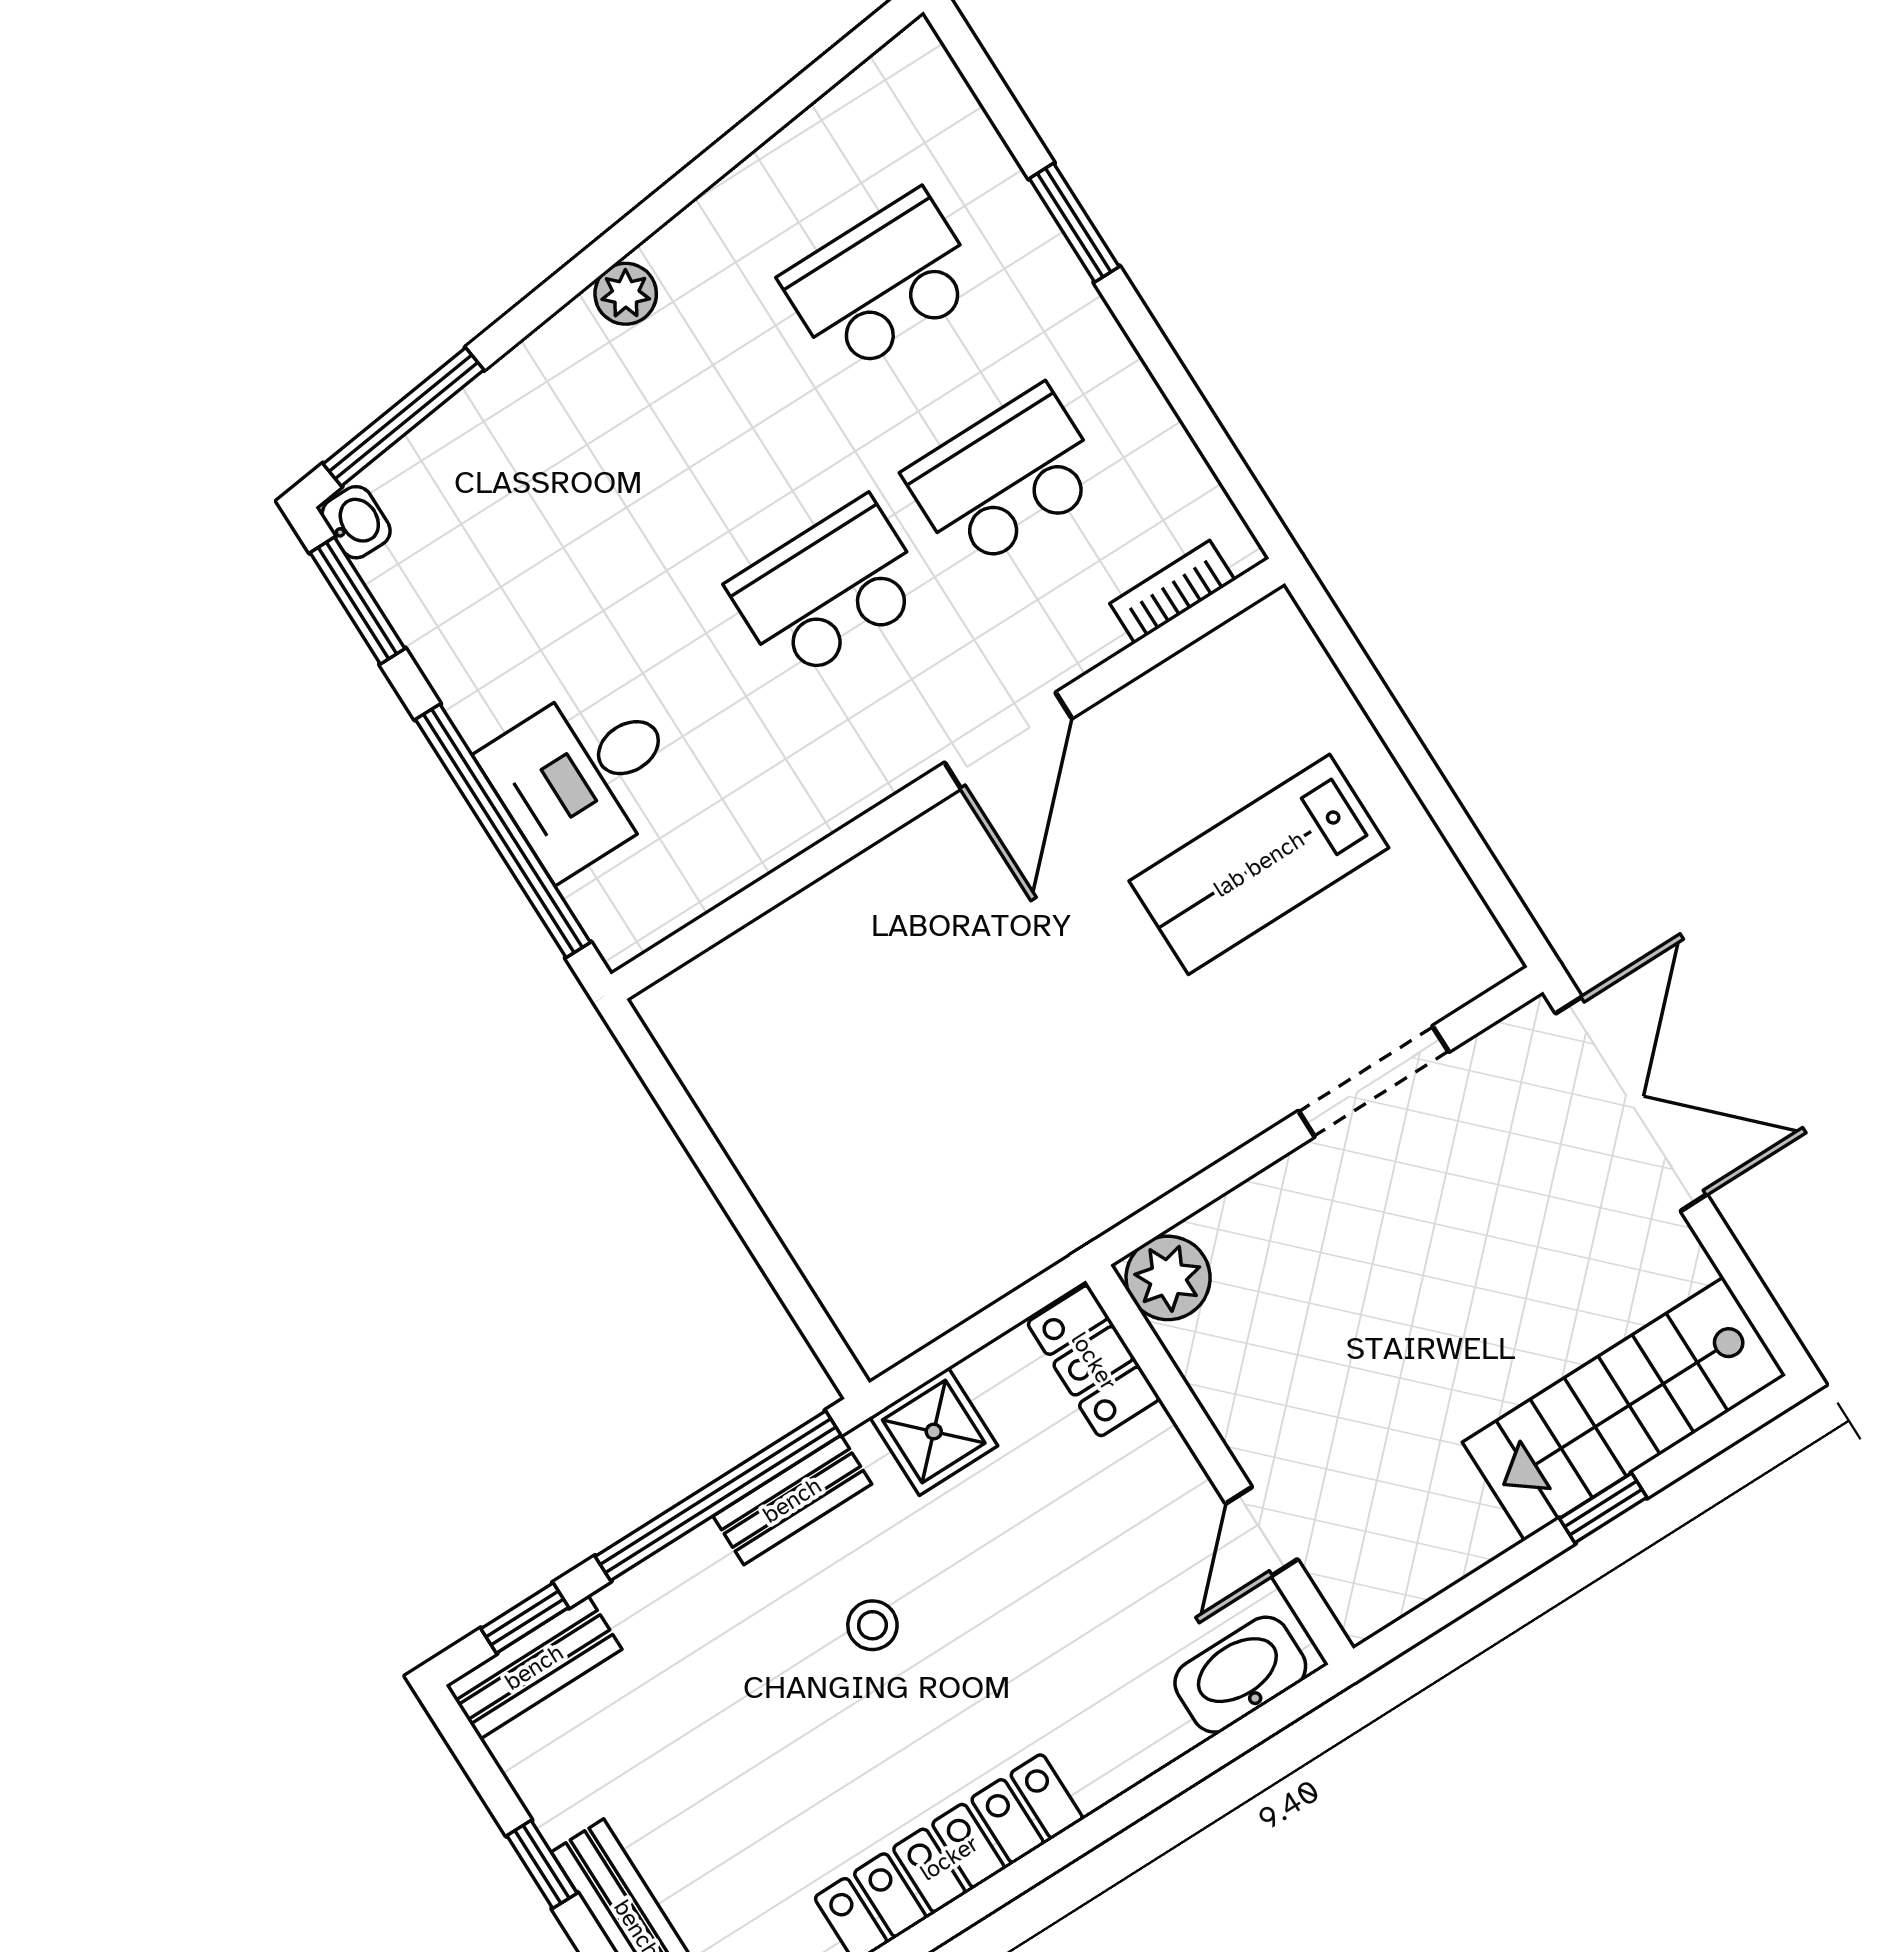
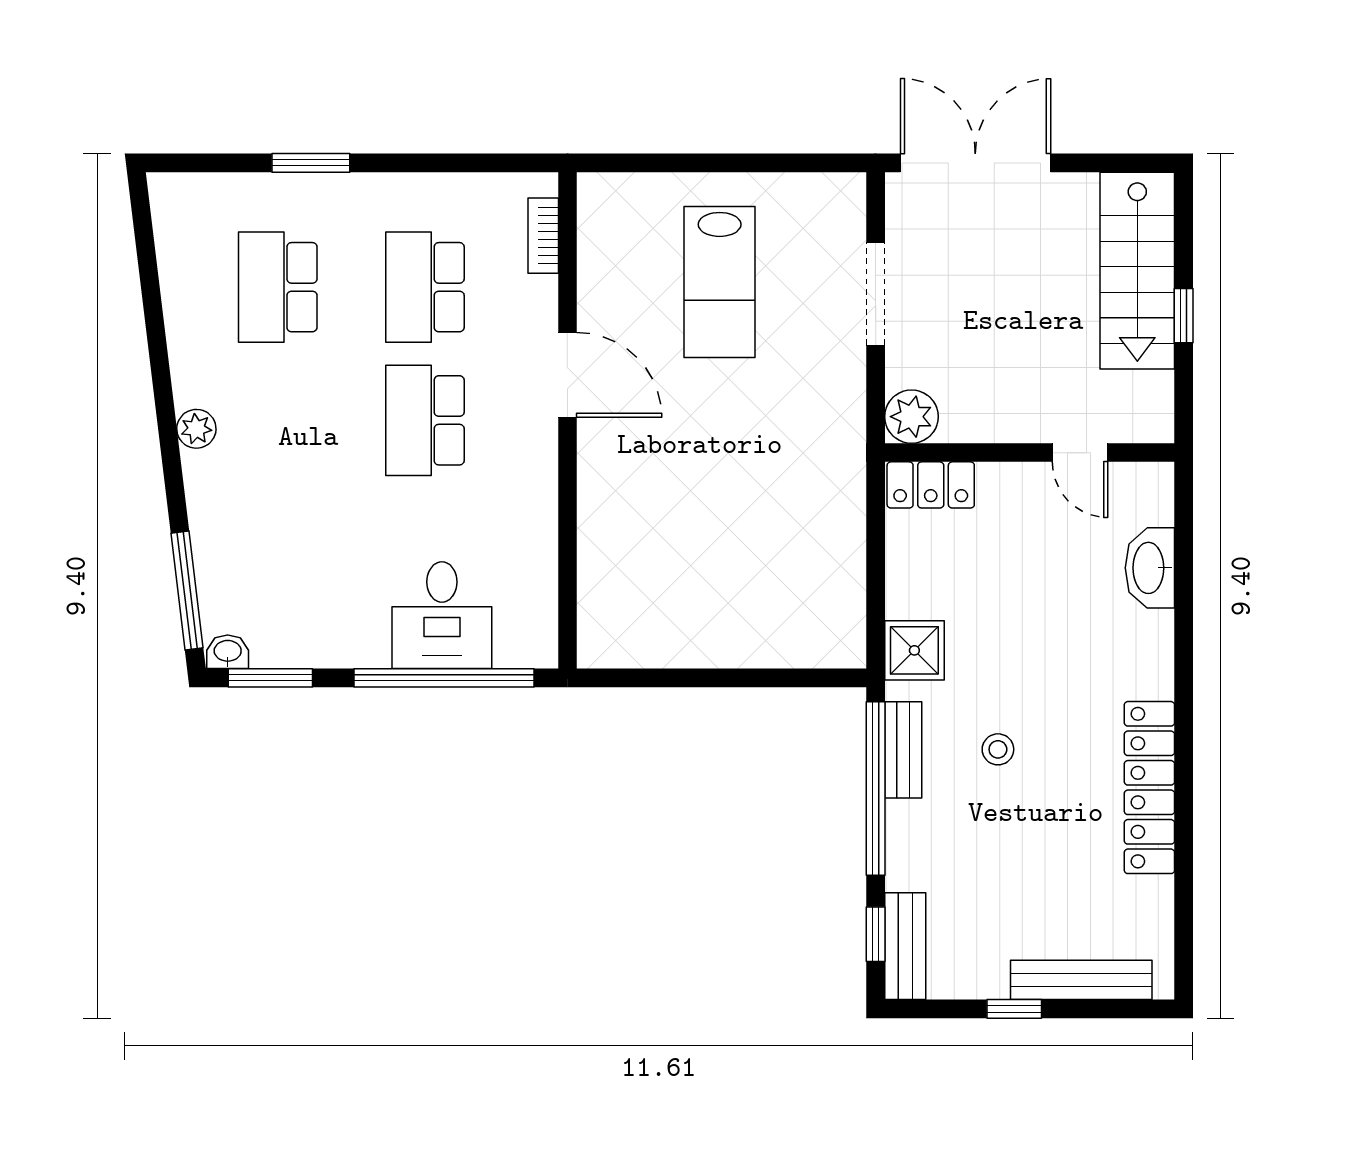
plant: (1168, 1278) -> (911, 417), moved
locker: (1094, 1361) -> (931, 485), moved
wall: (1219, 1465) -> (1030, 453), moved
door: (1262, 1532) -> (1080, 453), moved

